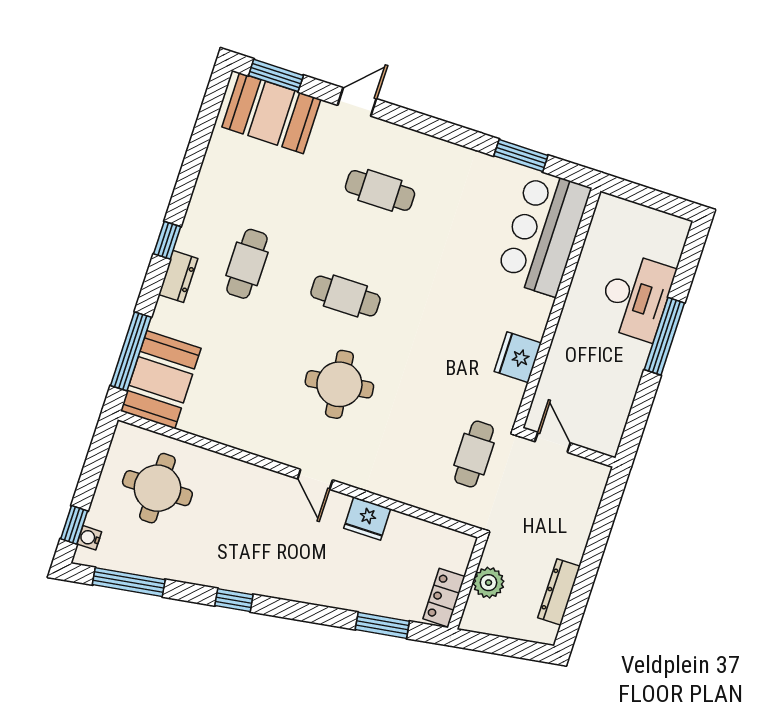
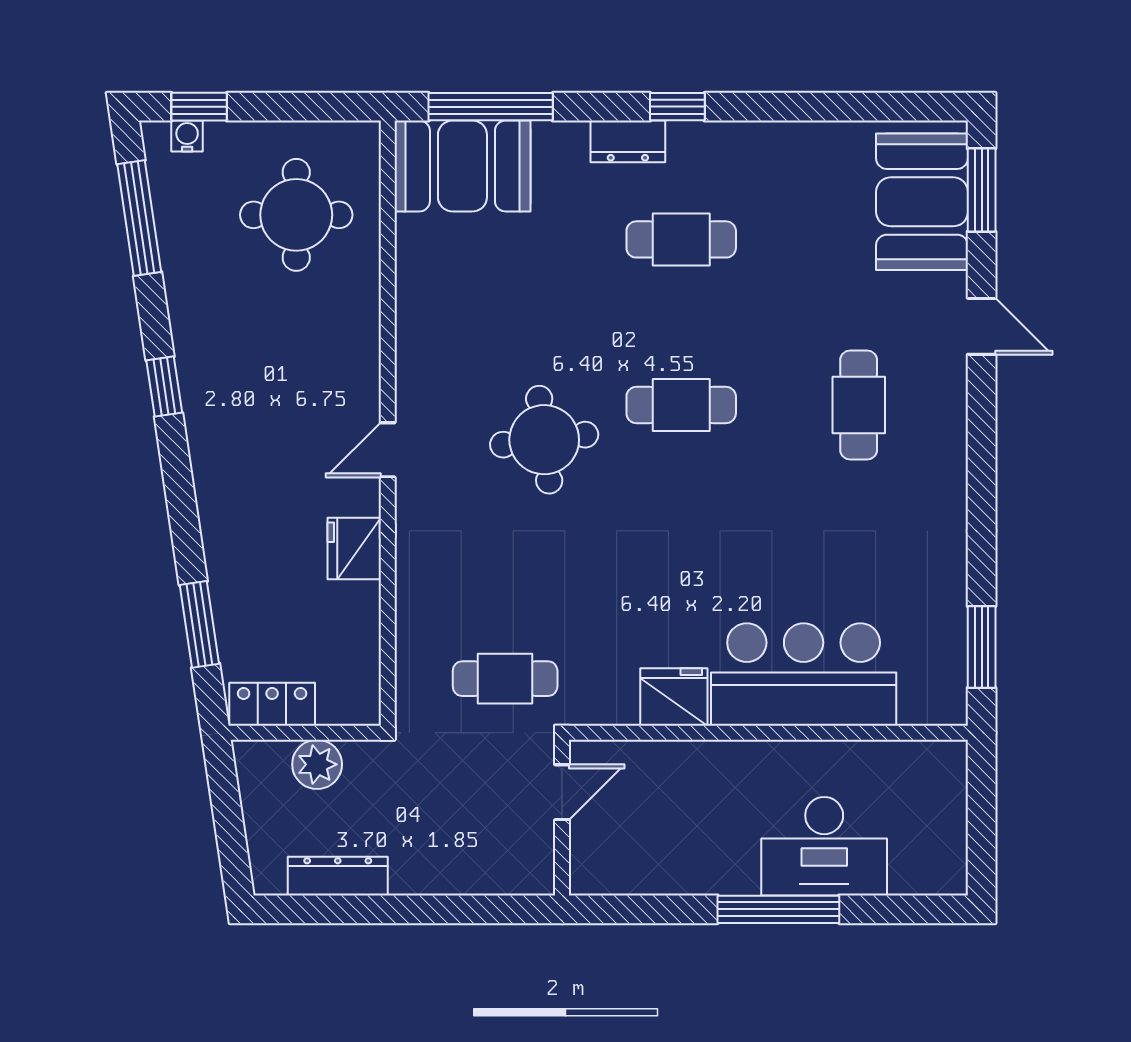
window: (521, 156) -> (982, 647), moved
bar counter: (544, 233) -> (804, 674), moved
cafe table: (345, 296) -> (681, 405), turned 90

